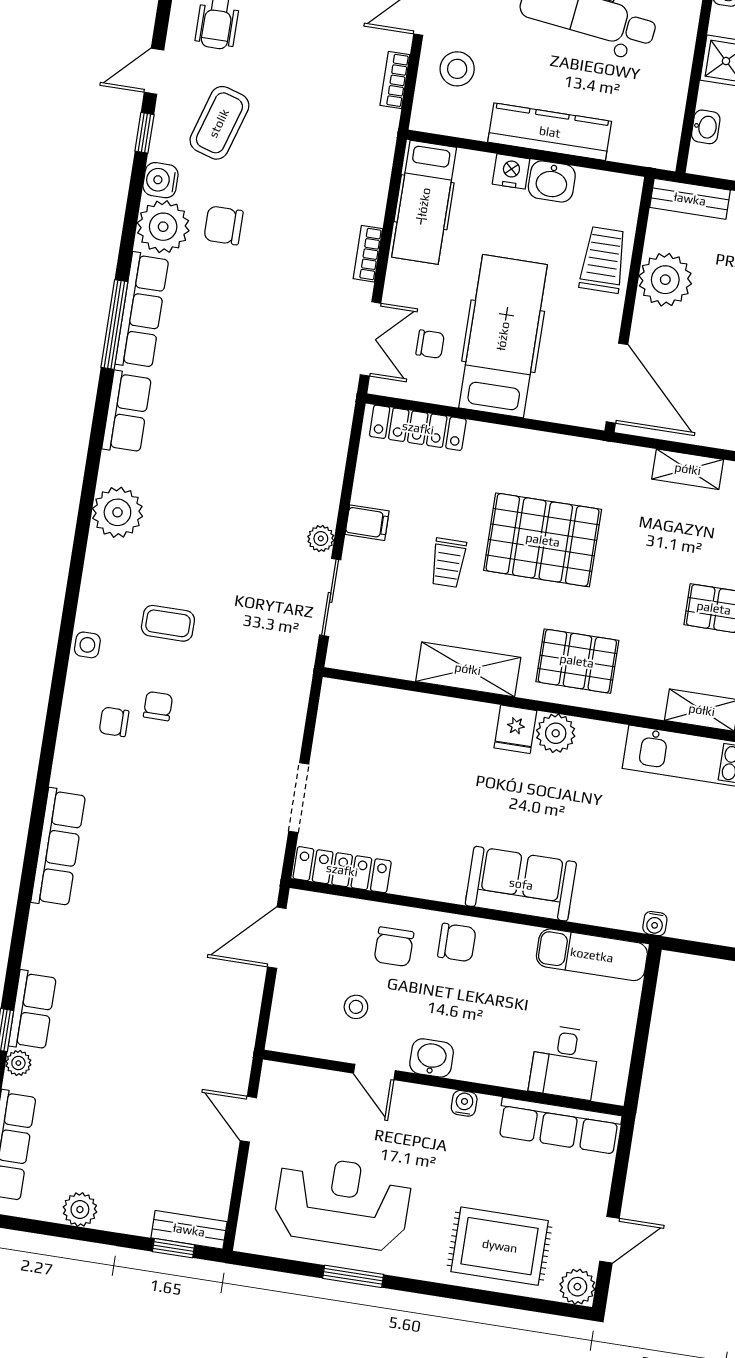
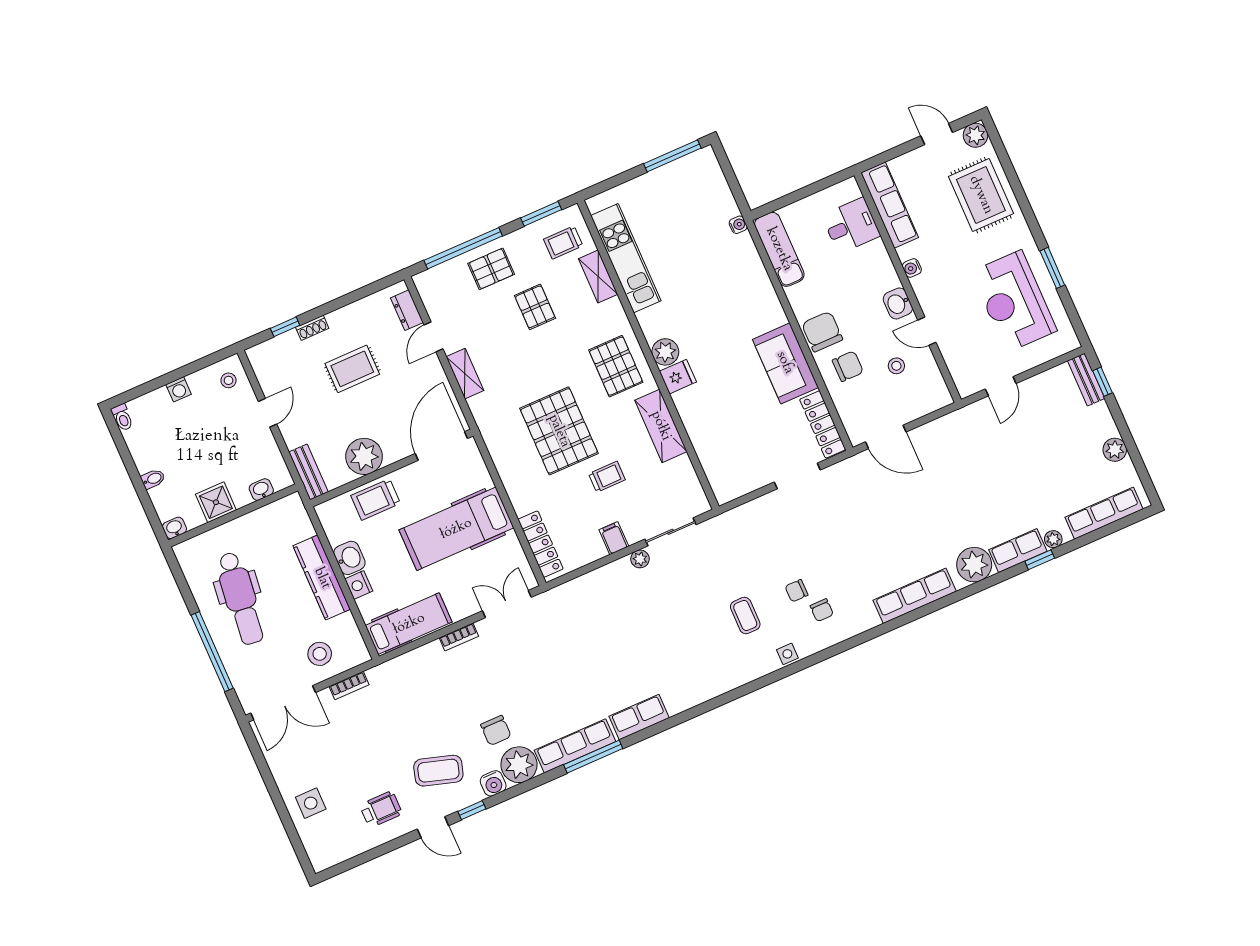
chair: (430, 344) -> (488, 568), removed
plant: (117, 512) -> (974, 565), moved
sofa: (521, 884) -> (785, 363), moved
chair: (457, 943) -> (822, 332), width x1.37, depth x1.37
door: (374, 1072) -> (927, 331), swing flipped

